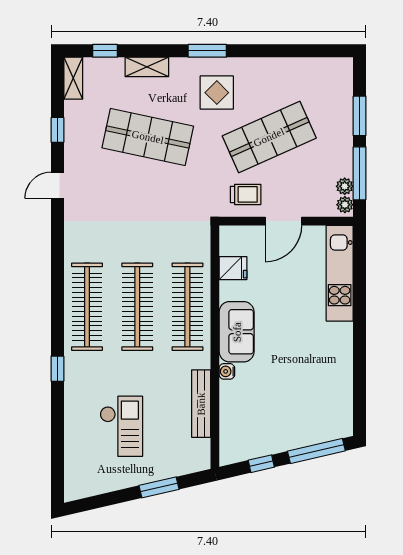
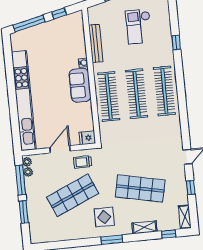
fridge: (233, 268) -> (87, 138), moved
kitchen unit: (340, 273) -> (24, 101), width x1.86
window: (57, 369) -> (176, 43), moved

